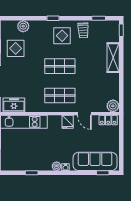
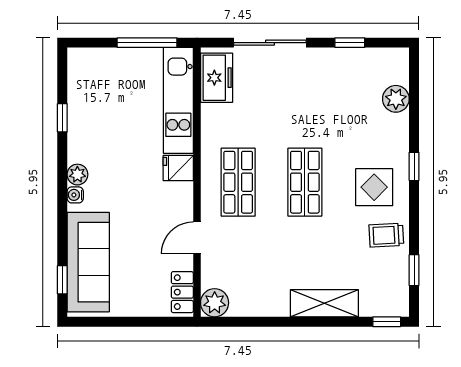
display table: (16, 48) -> (345, 82), removed
fridge: (68, 122) -> (178, 168), moved

